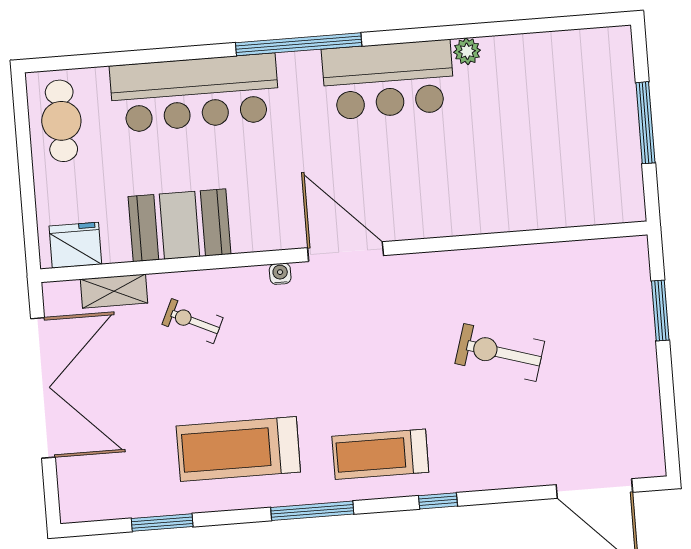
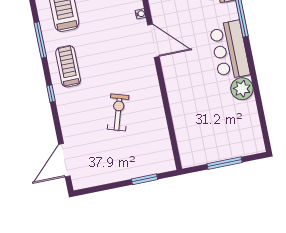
plant: (467, 51) -> (242, 89), width x1.87, depth x1.87
door: (346, 252) -> (153, 41), hinge flipped

